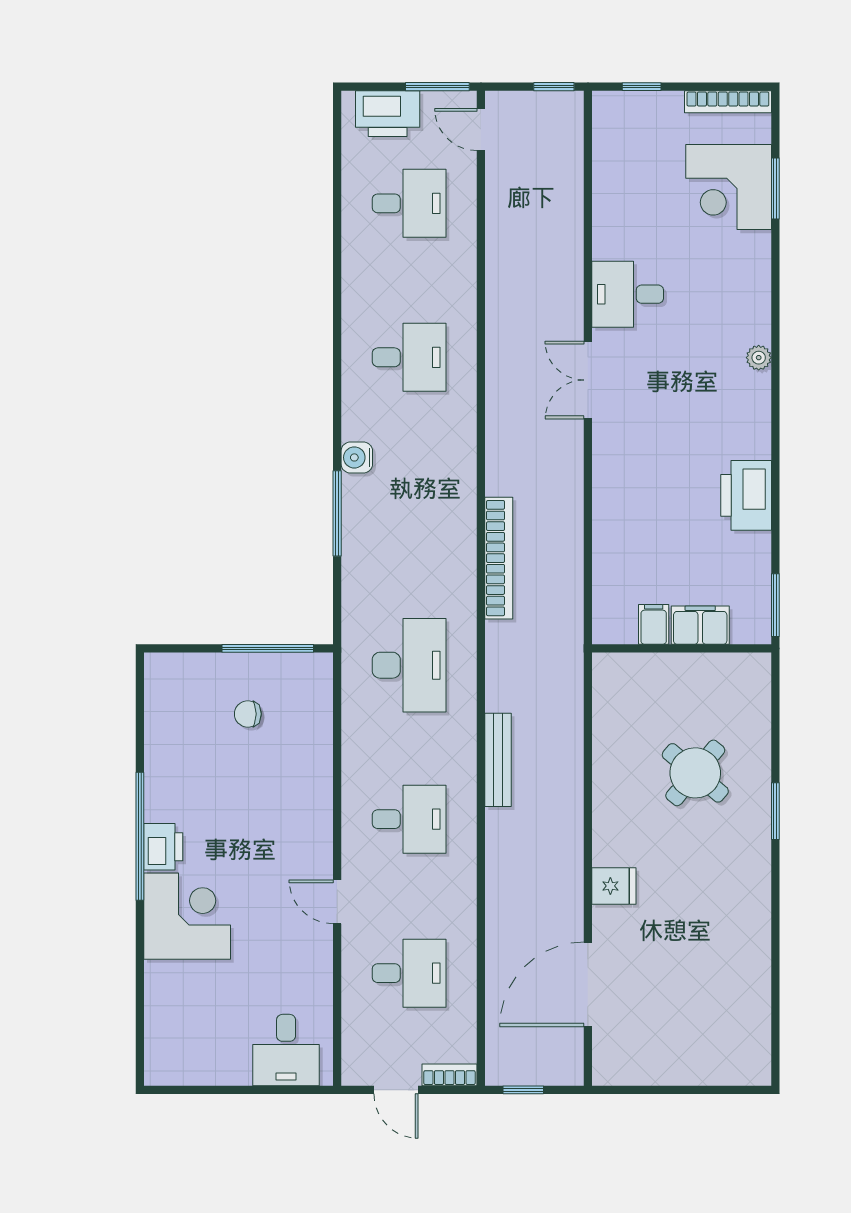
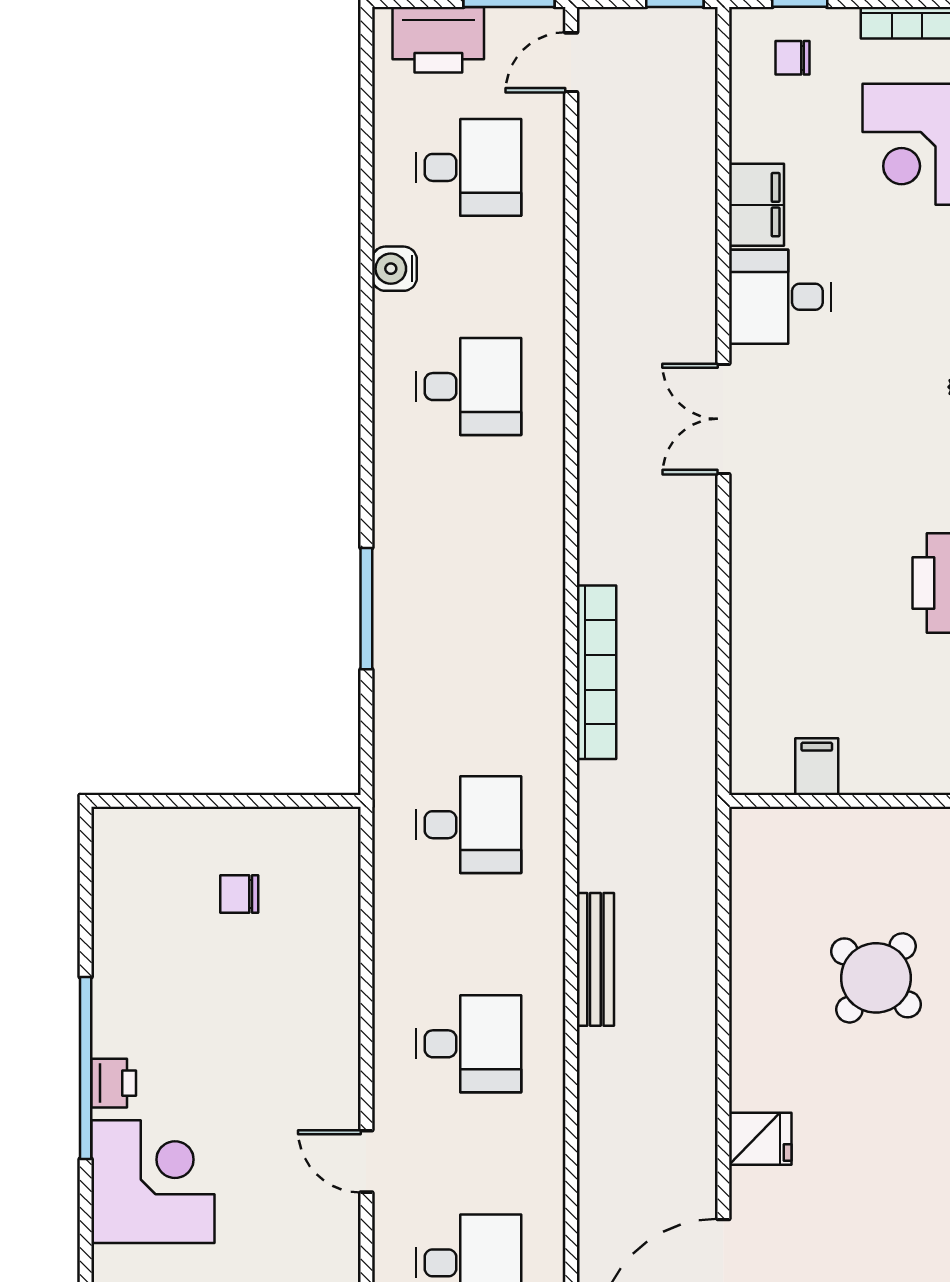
chair: (637, 126) -> (792, 58), added
door: (481, 130) -> (571, 62), hinge flipped
water cooler: (357, 457) -> (394, 269), moved
filing cabinet: (700, 625) -> (756, 205), moved, turned 90
window: (268, 648) -> (268, 801), removed
desk: (409, 665) -> (469, 825), width x0.73
printer: (163, 847) -> (114, 1083), width x0.73, depth x0.81

